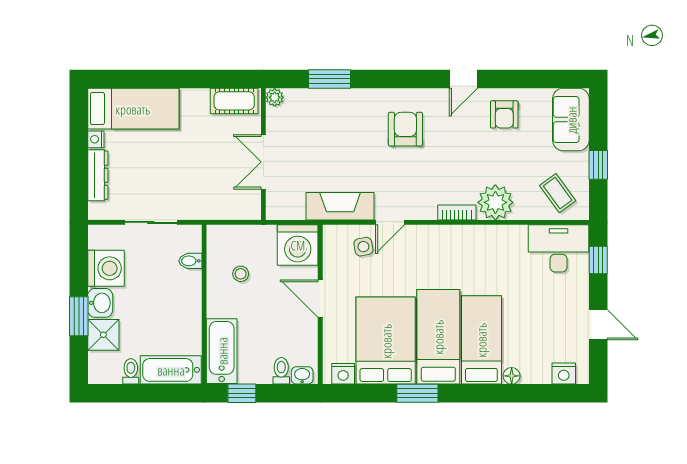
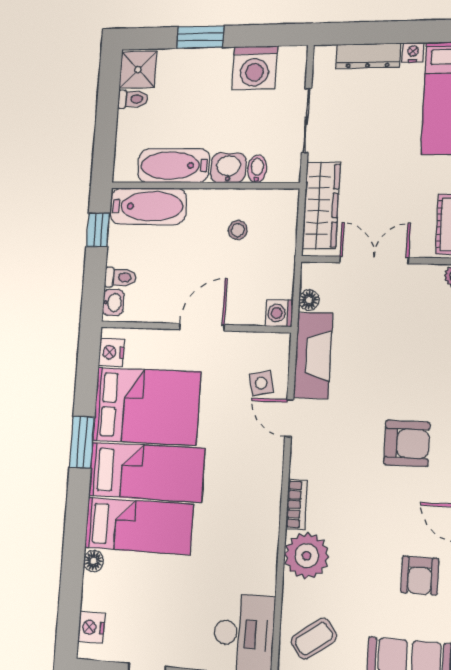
armchair: (504, 114) -> (420, 576), turned -90
wardrobe: (220, 207) -> (321, 205), added
floor lamp: (296, 212) -> (309, 300), added
washing machine: (298, 245) -> (279, 313), width x0.53, depth x0.53
washbasin: (100, 303) -> (228, 168), moved, turned 180
shower: (103, 335) -> (138, 70), moved
bathtub: (171, 370) -> (174, 166), moved, turned -90

